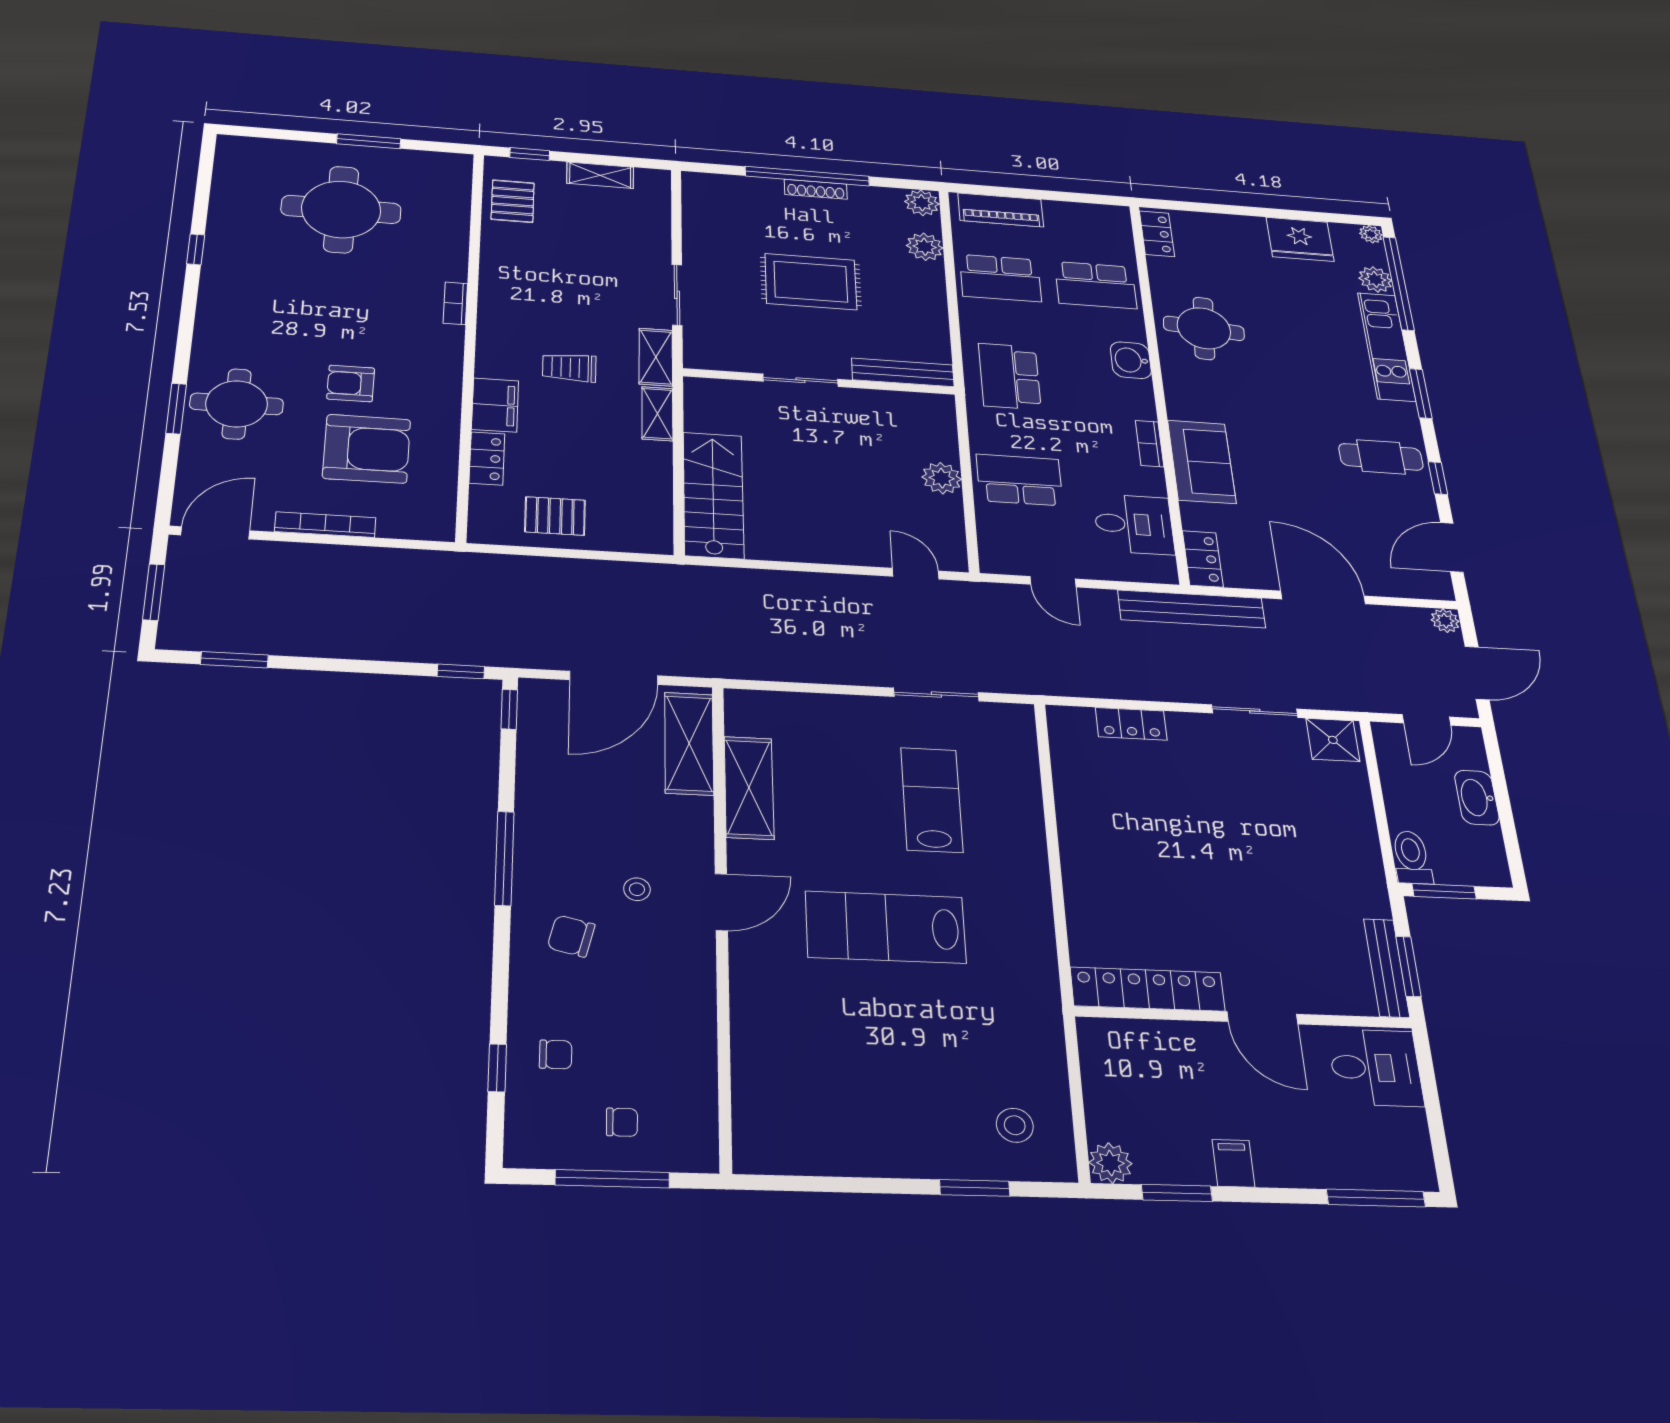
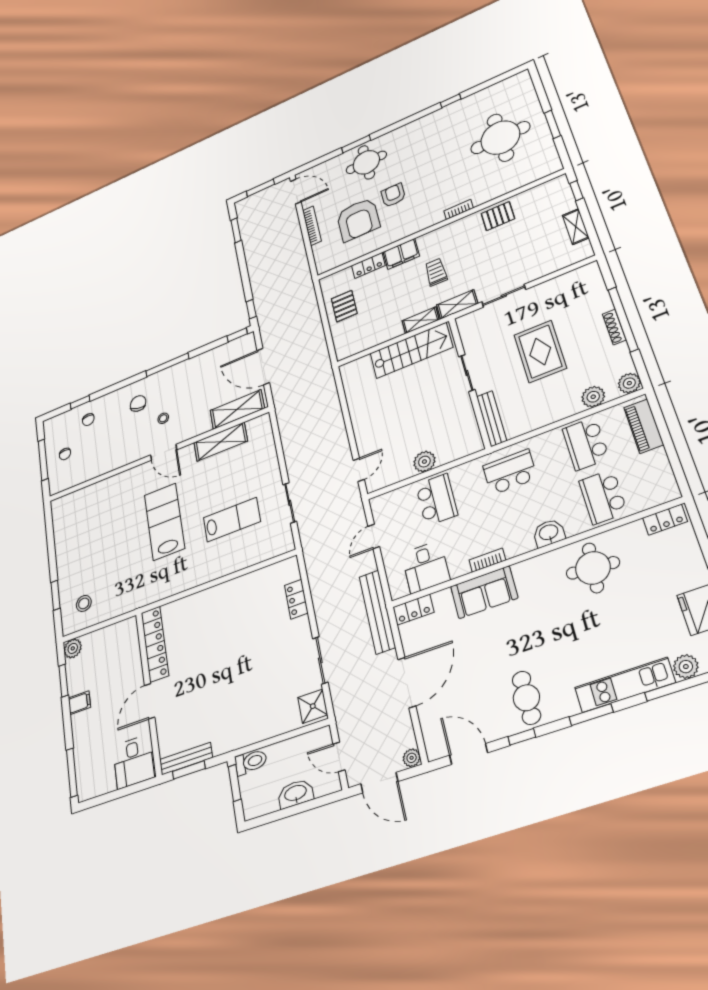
pallet: (513, 201) -> (498, 216), moved
stairs: (713, 495) -> (411, 350), moved

